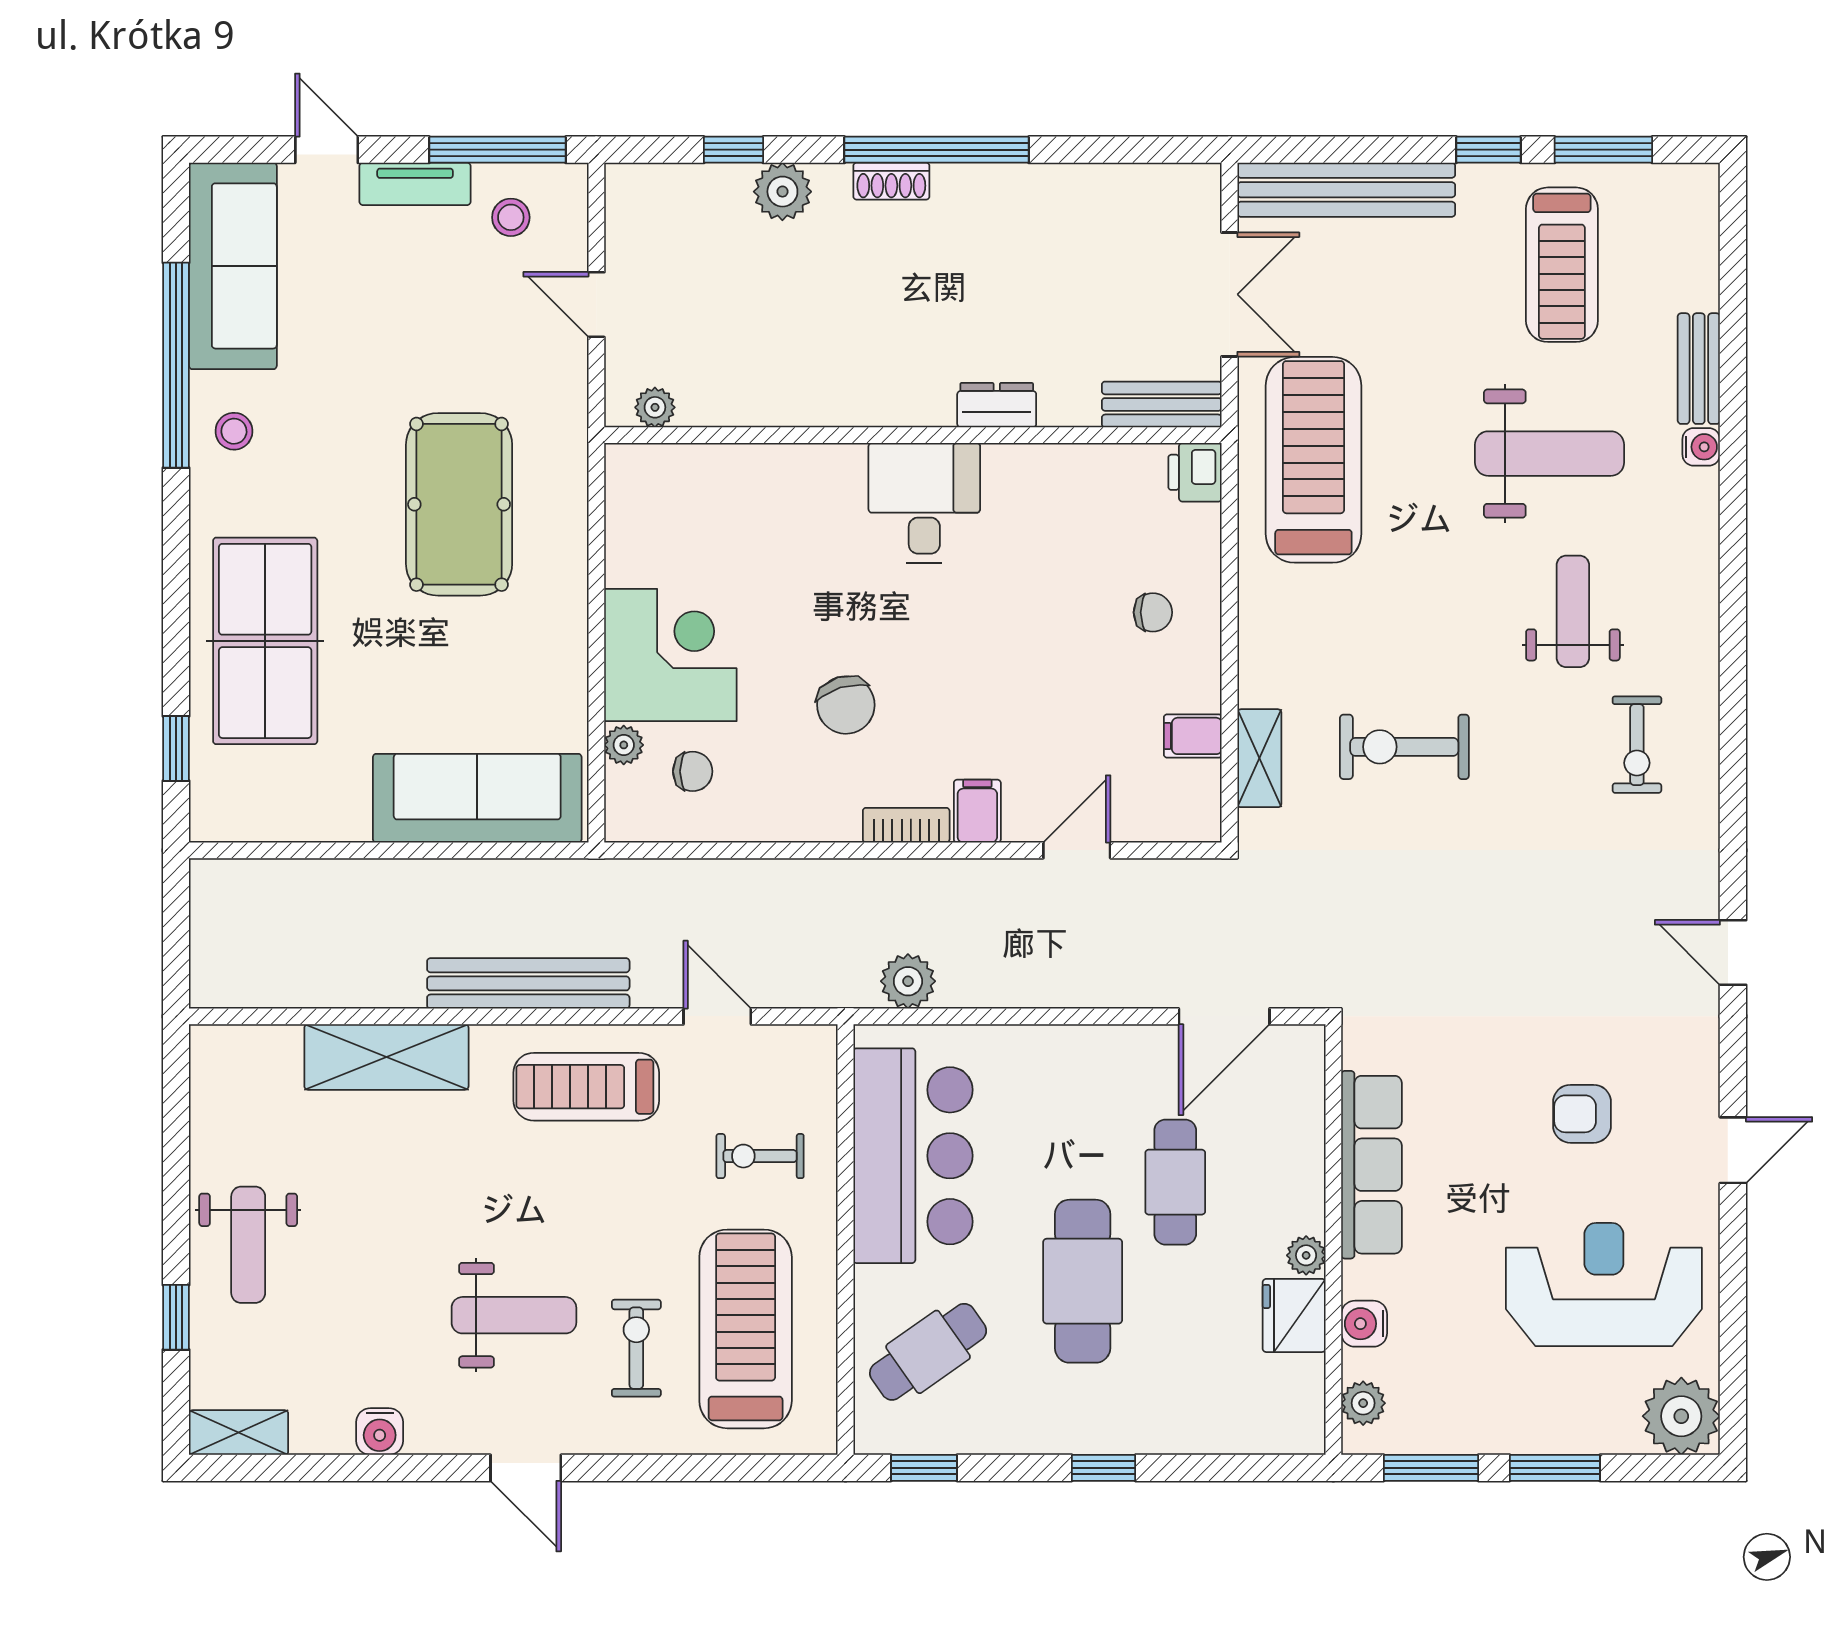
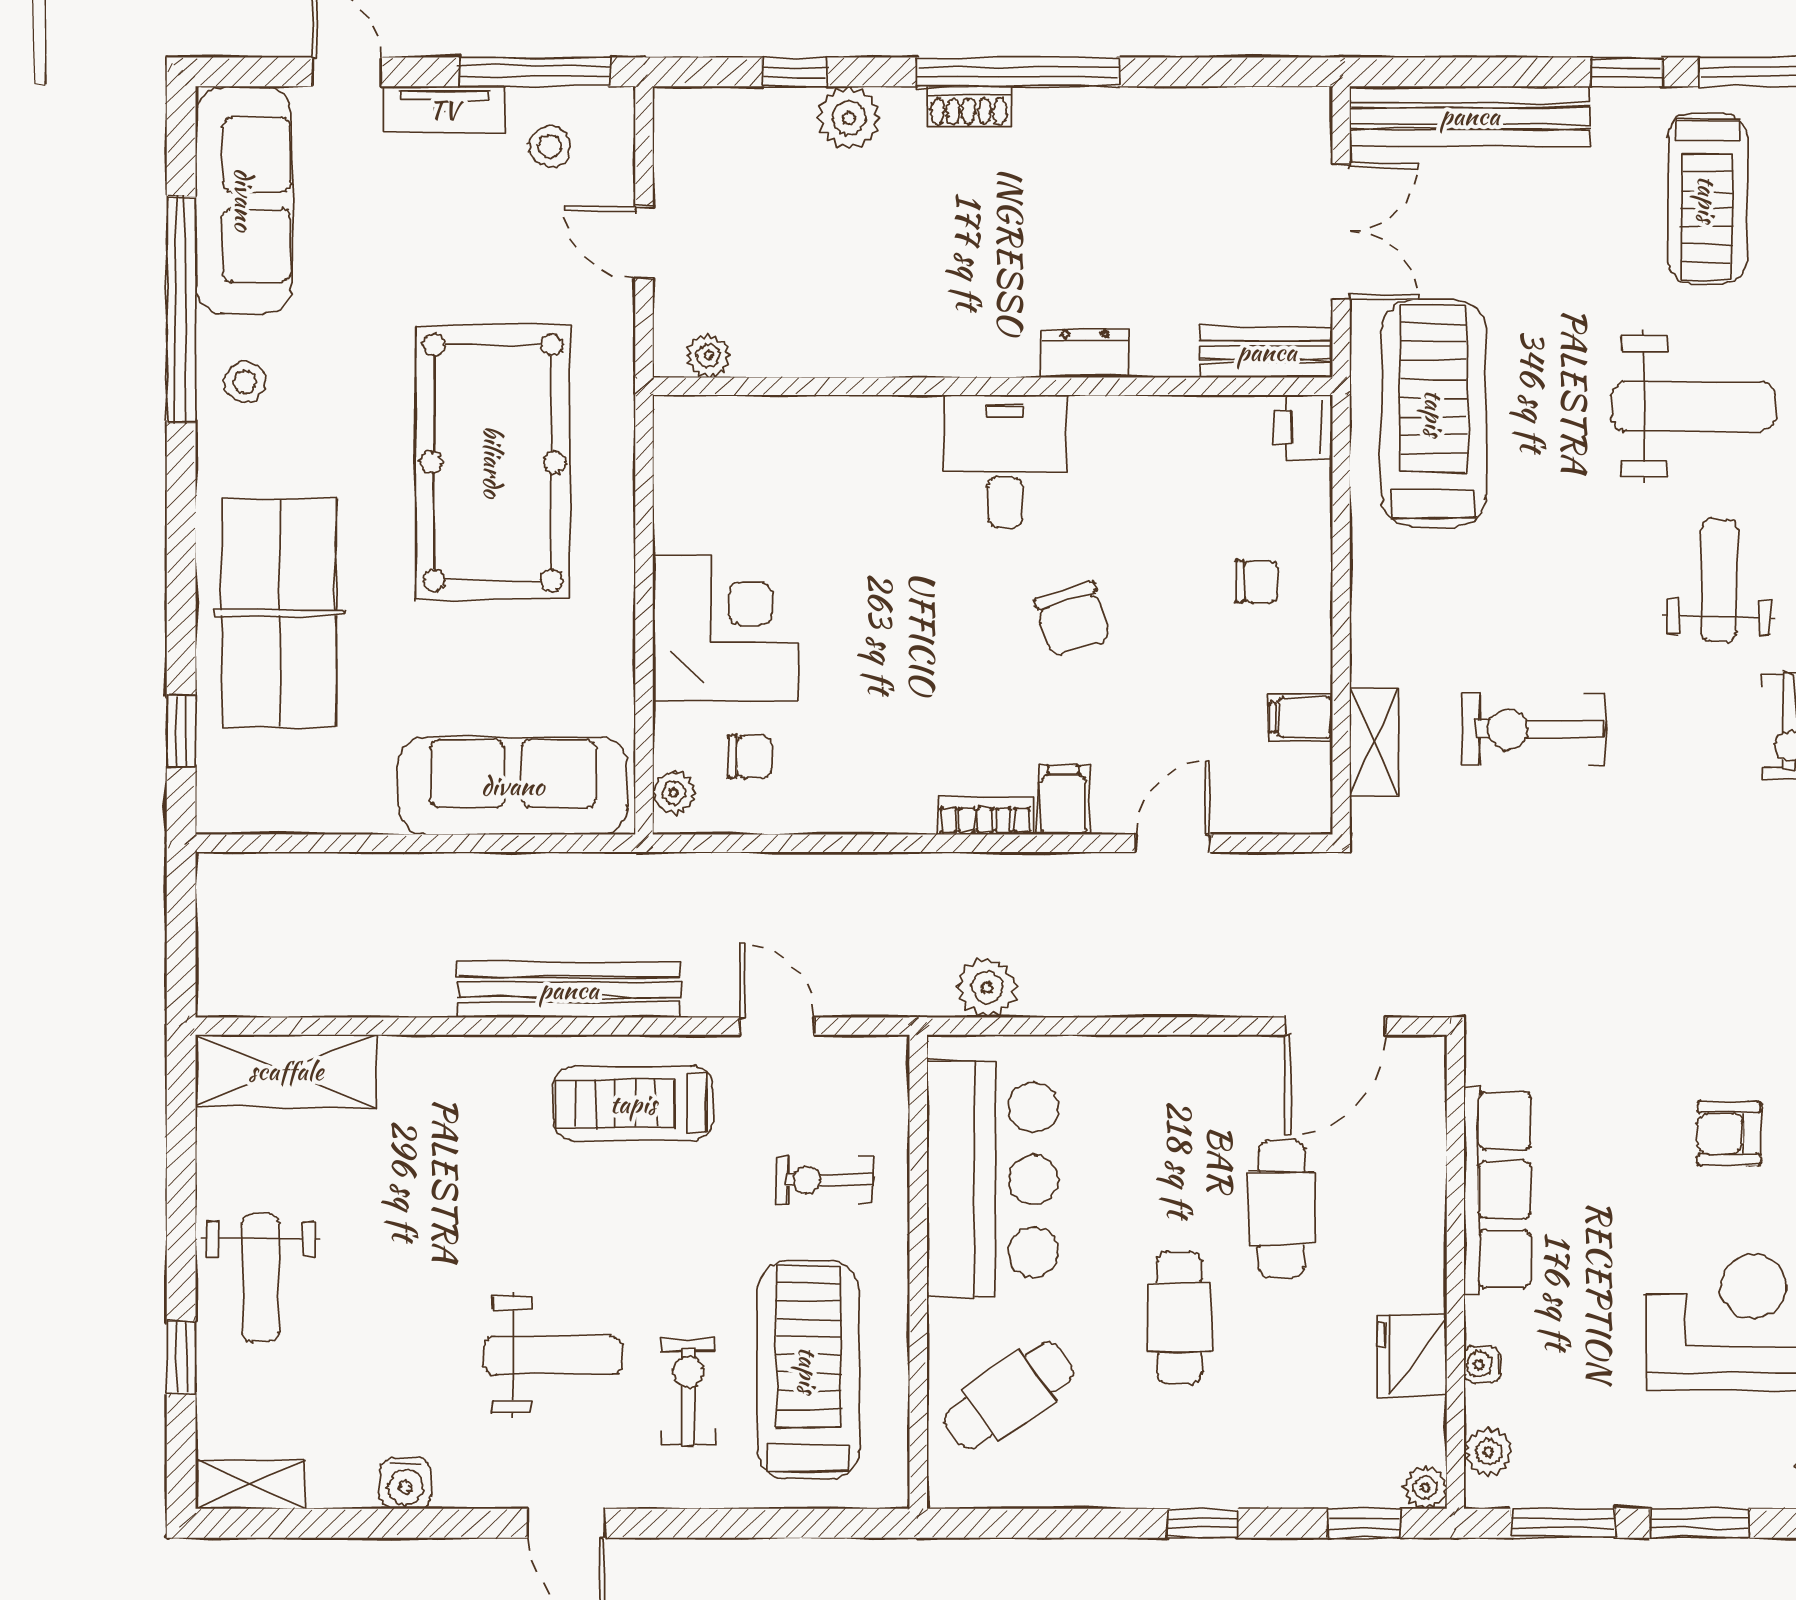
pool table: (459, 504) -> (493, 462), width x1.36, depth x1.32
chair: (846, 705) -> (1072, 619), moved
plant: (624, 745) -> (674, 792), moved
shelving: (386, 1057) -> (286, 1071), moved
plant: (1306, 1255) -> (1425, 1488), moved
cafe table: (1083, 1281) -> (1179, 1318), width x0.73, depth x0.74
water cooler: (1364, 1324) -> (1482, 1364), width x0.72, depth x0.72
window: (924, 1468) -> (1364, 1523), moved

